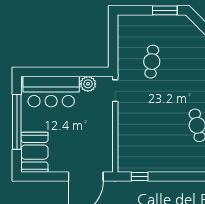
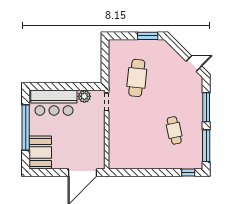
cafe table: (152, 62) -> (137, 78), width x1.37, depth x1.35
window: (140, 176) -> (127, 173), removed

